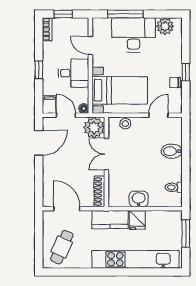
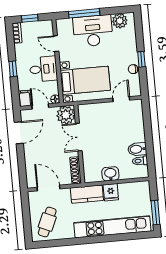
stool: (125, 124) -> (93, 109), removed
bidet: (172, 151) -> (137, 149), moved
window: (186, 234) -> (155, 213), moved

